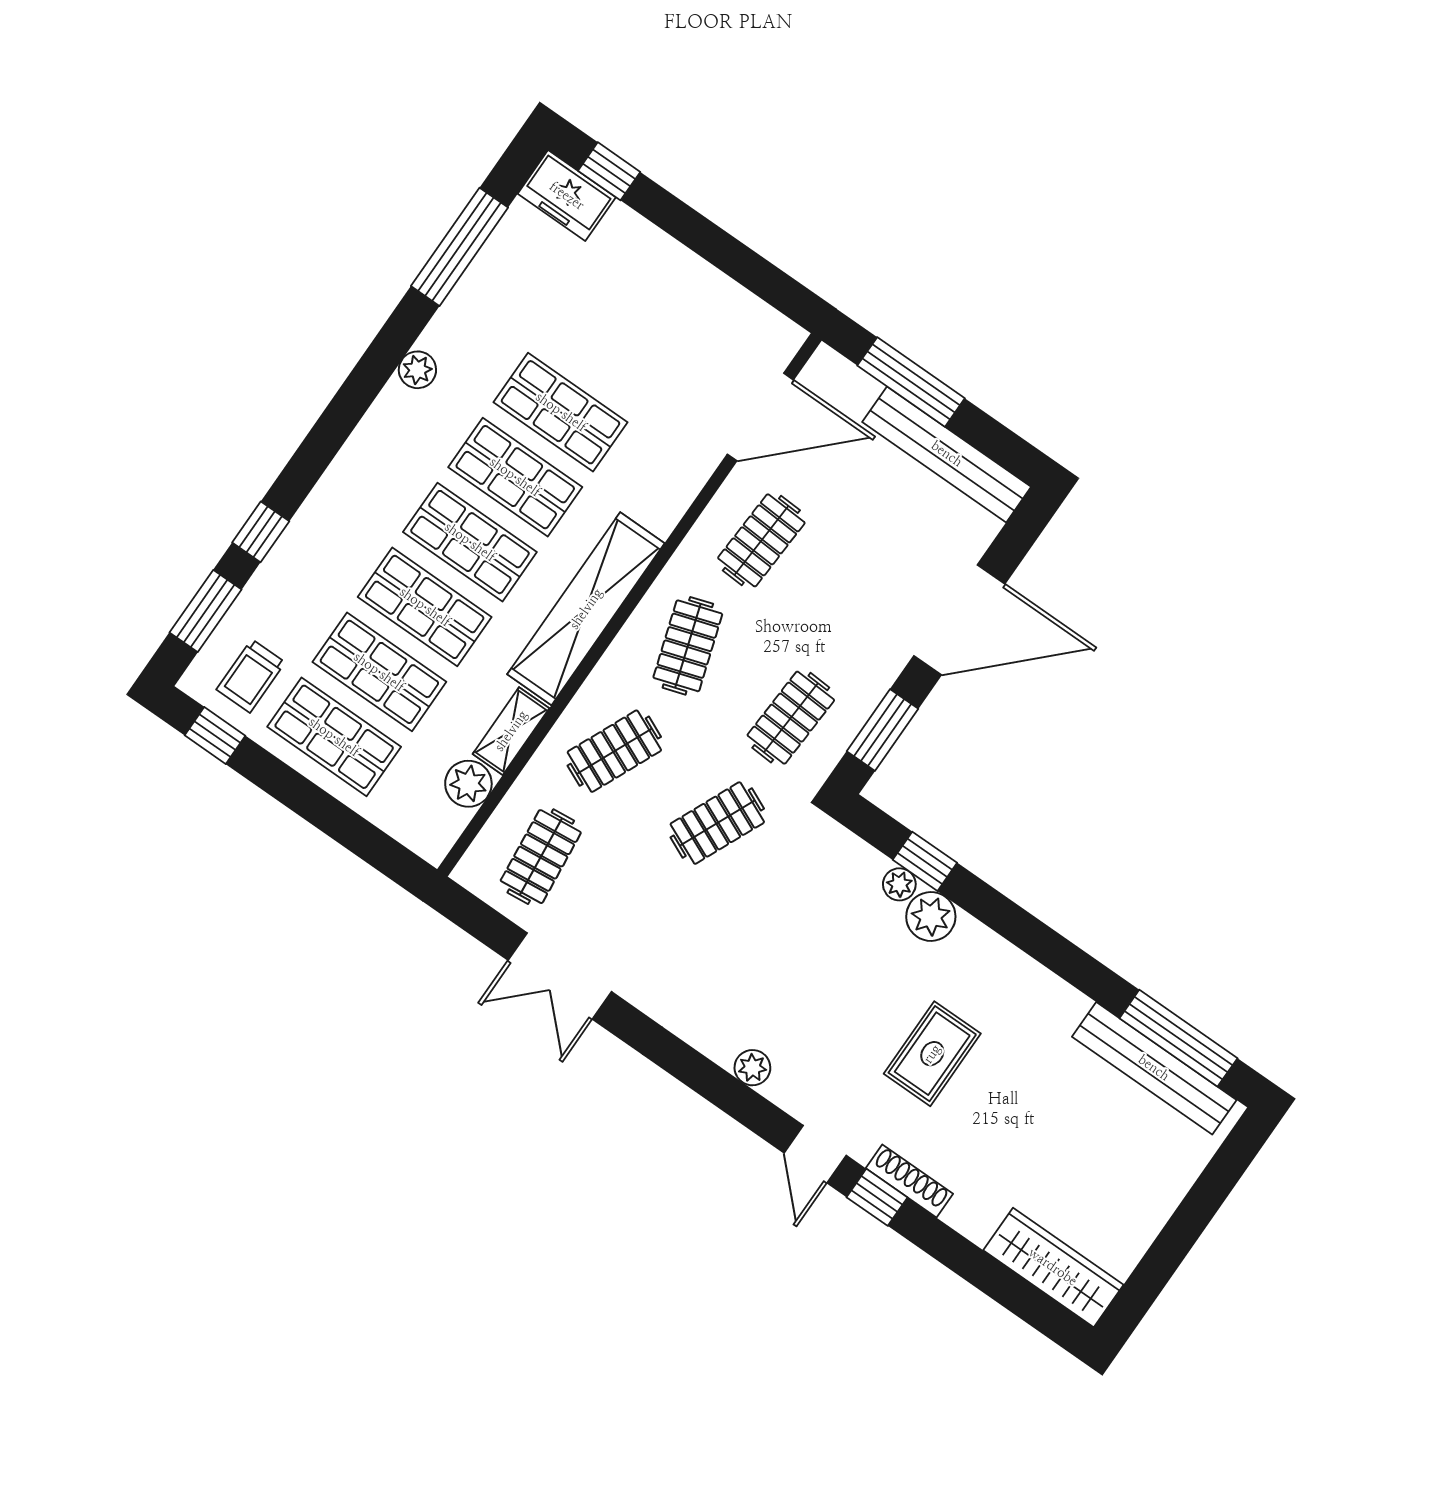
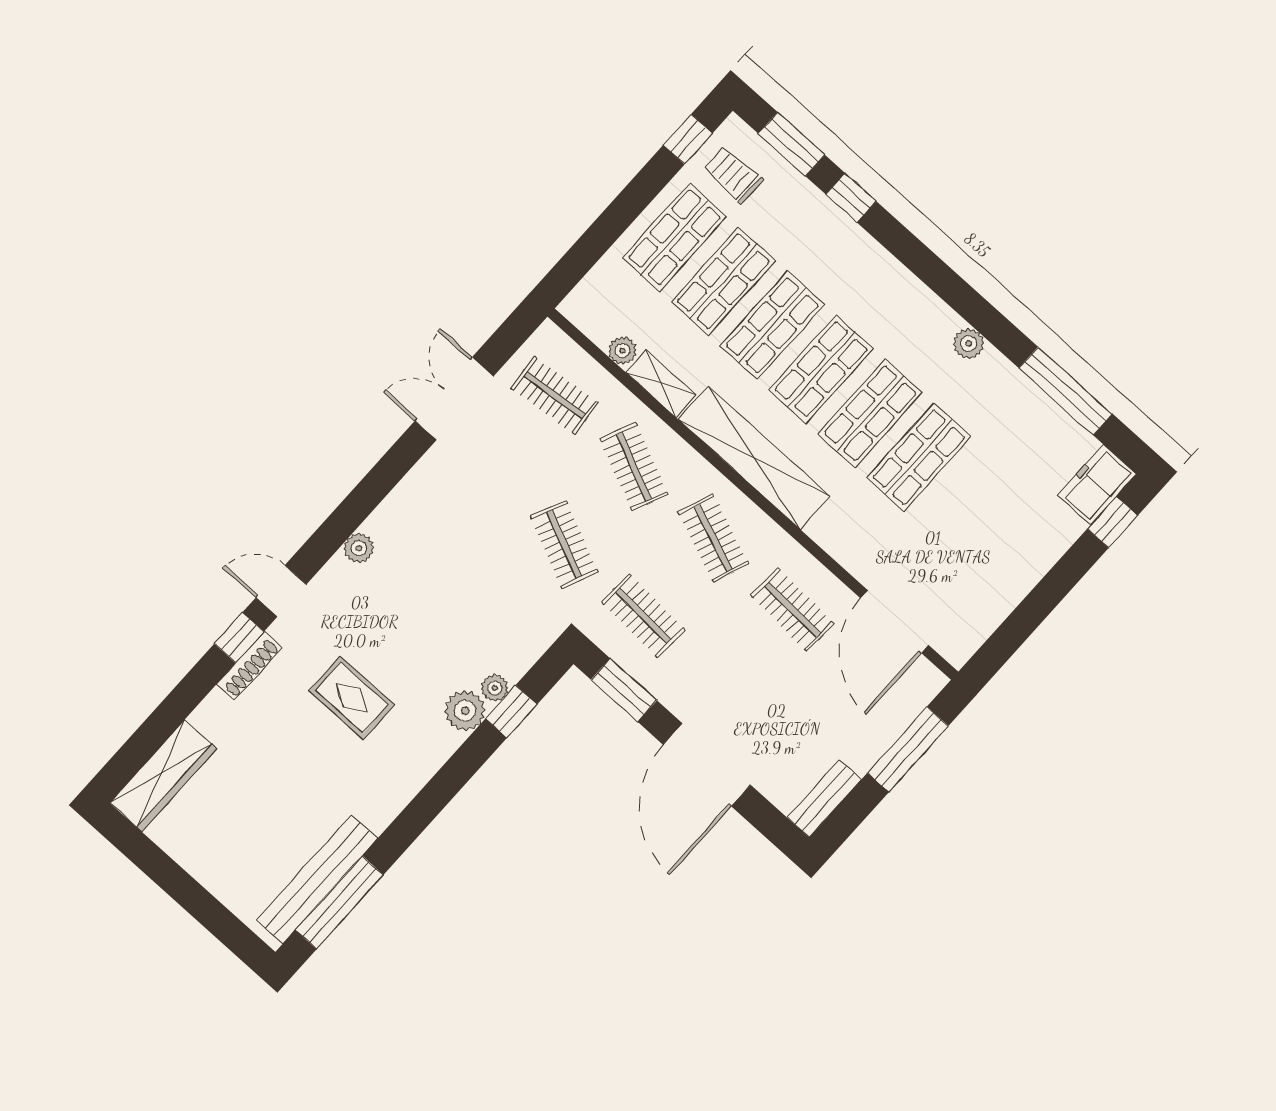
bench: (947, 454) -> (824, 798), width x0.54, depth x0.82
clothes rail: (688, 646) -> (713, 538), turned 39
plant: (468, 784) -> (622, 351), width x0.73, depth x0.73

